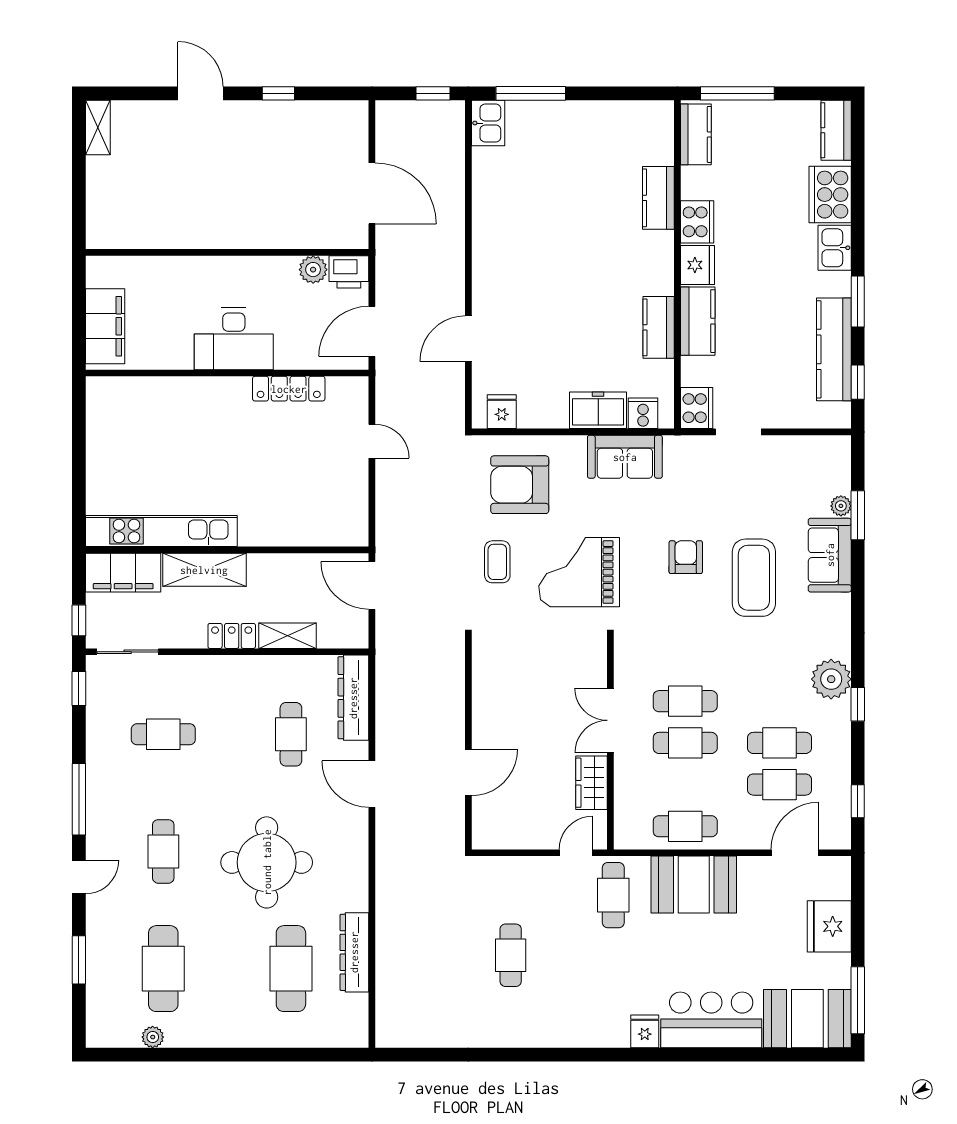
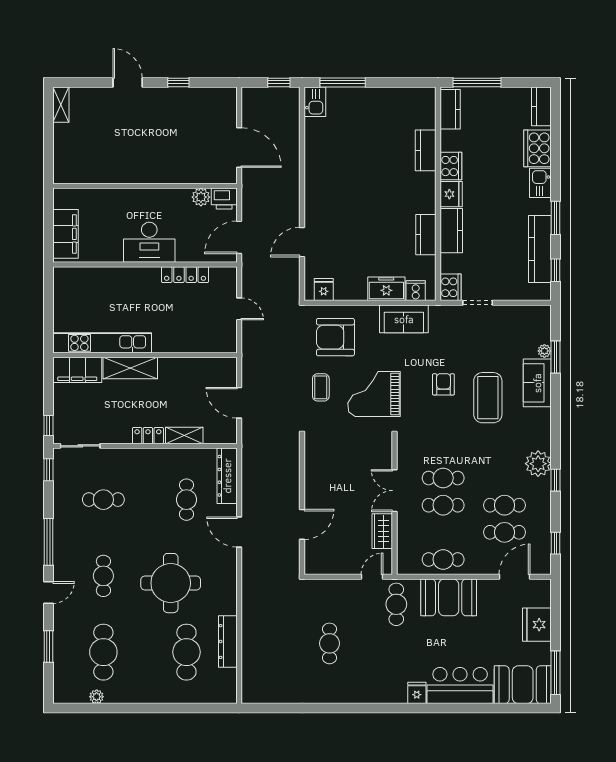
kitchen unit: (161, 531) -> (102, 343), moved
wall: (227, 550) -> (145, 355), moved
shelving: (204, 570) -> (130, 368), moved
filing cabinet: (123, 573) -> (77, 370), moved

